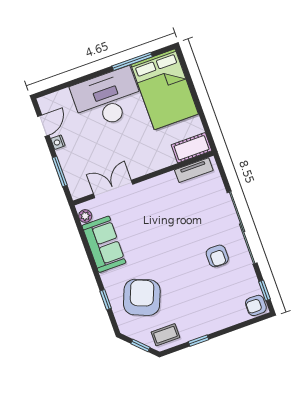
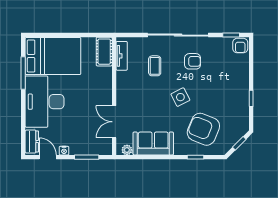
dresser: (55, 100) -> (32, 141), added
side table: (170, 257) -> (180, 97), added
coffee table: (165, 335) -> (155, 66), moved

